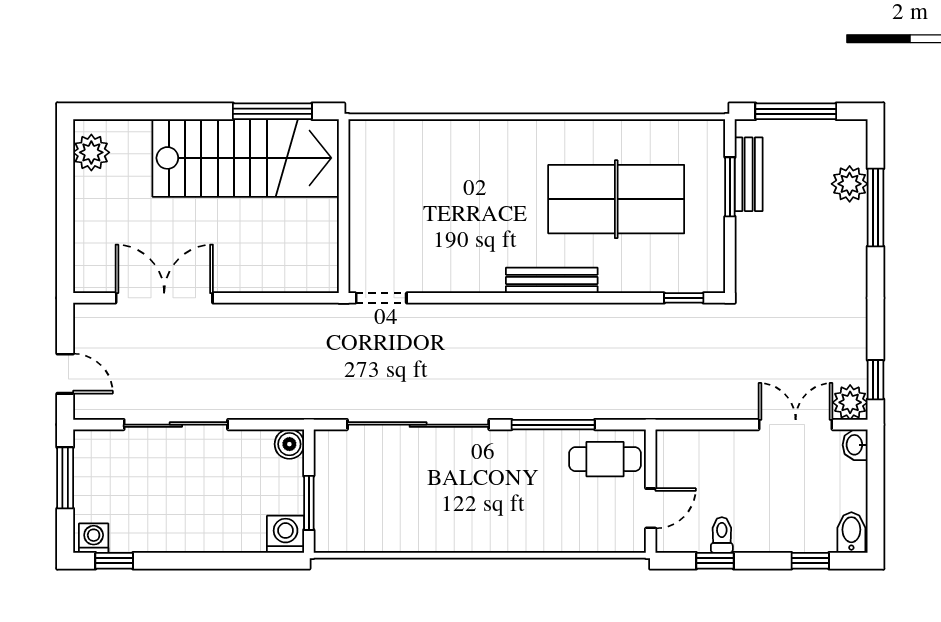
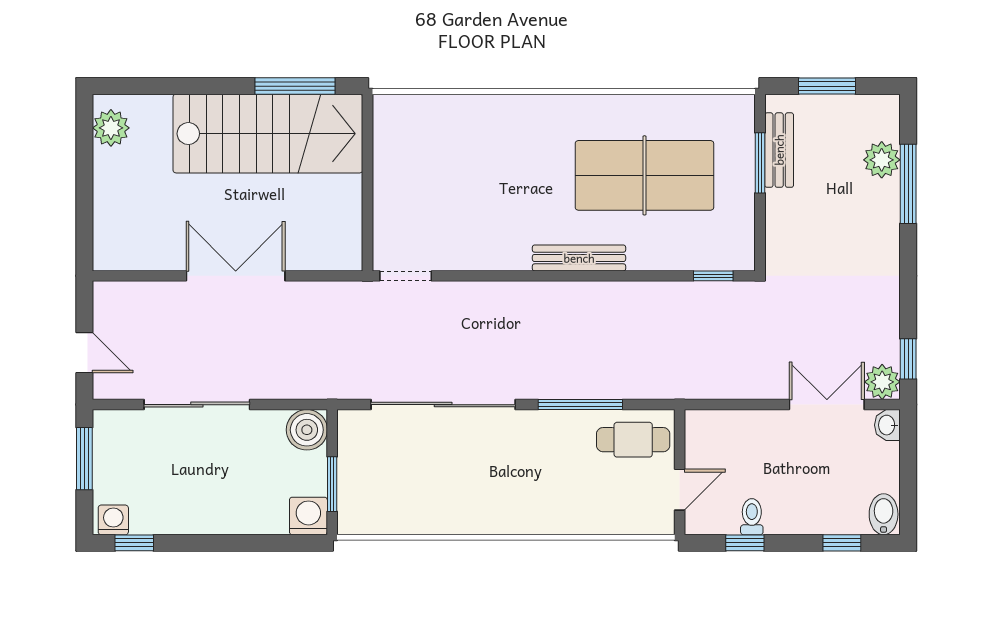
window: (796, 111) -> (827, 86), width x0.69
double door: (164, 298) -> (236, 276), moved
boiler: (289, 444) -> (307, 430), width x1.36, depth x1.36

